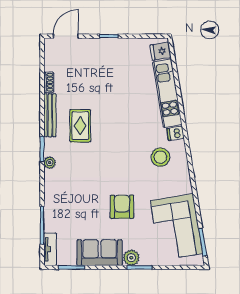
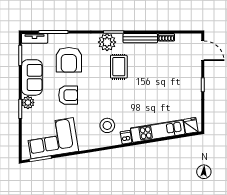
rug: (80, 126) -> (119, 67), moved, turned 90
plant: (50, 163) -> (107, 42), width x1.88, depth x1.88
armchair: (77, 206) -> (69, 60), added

